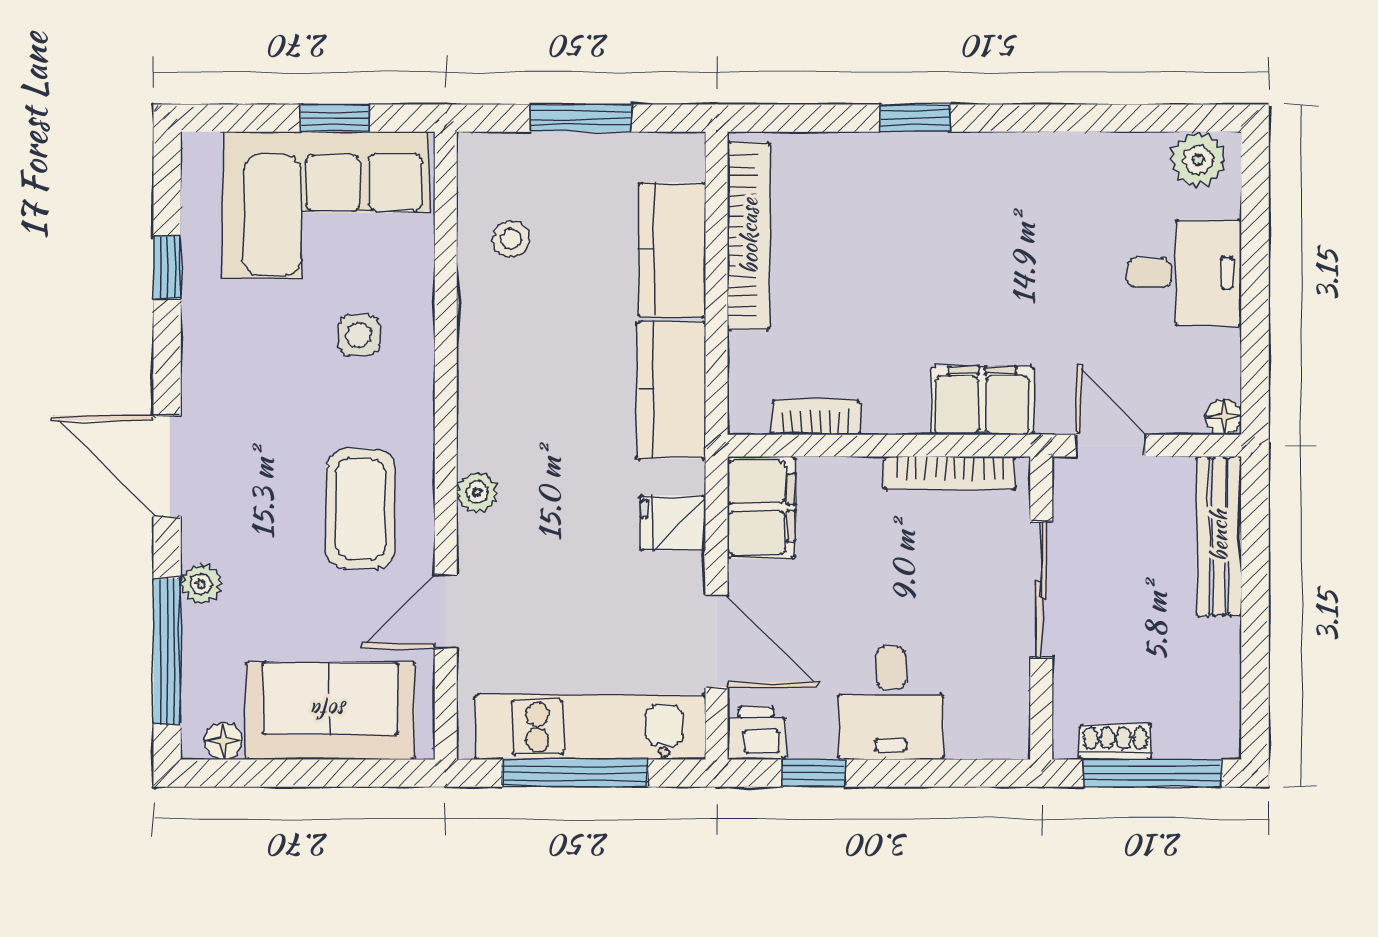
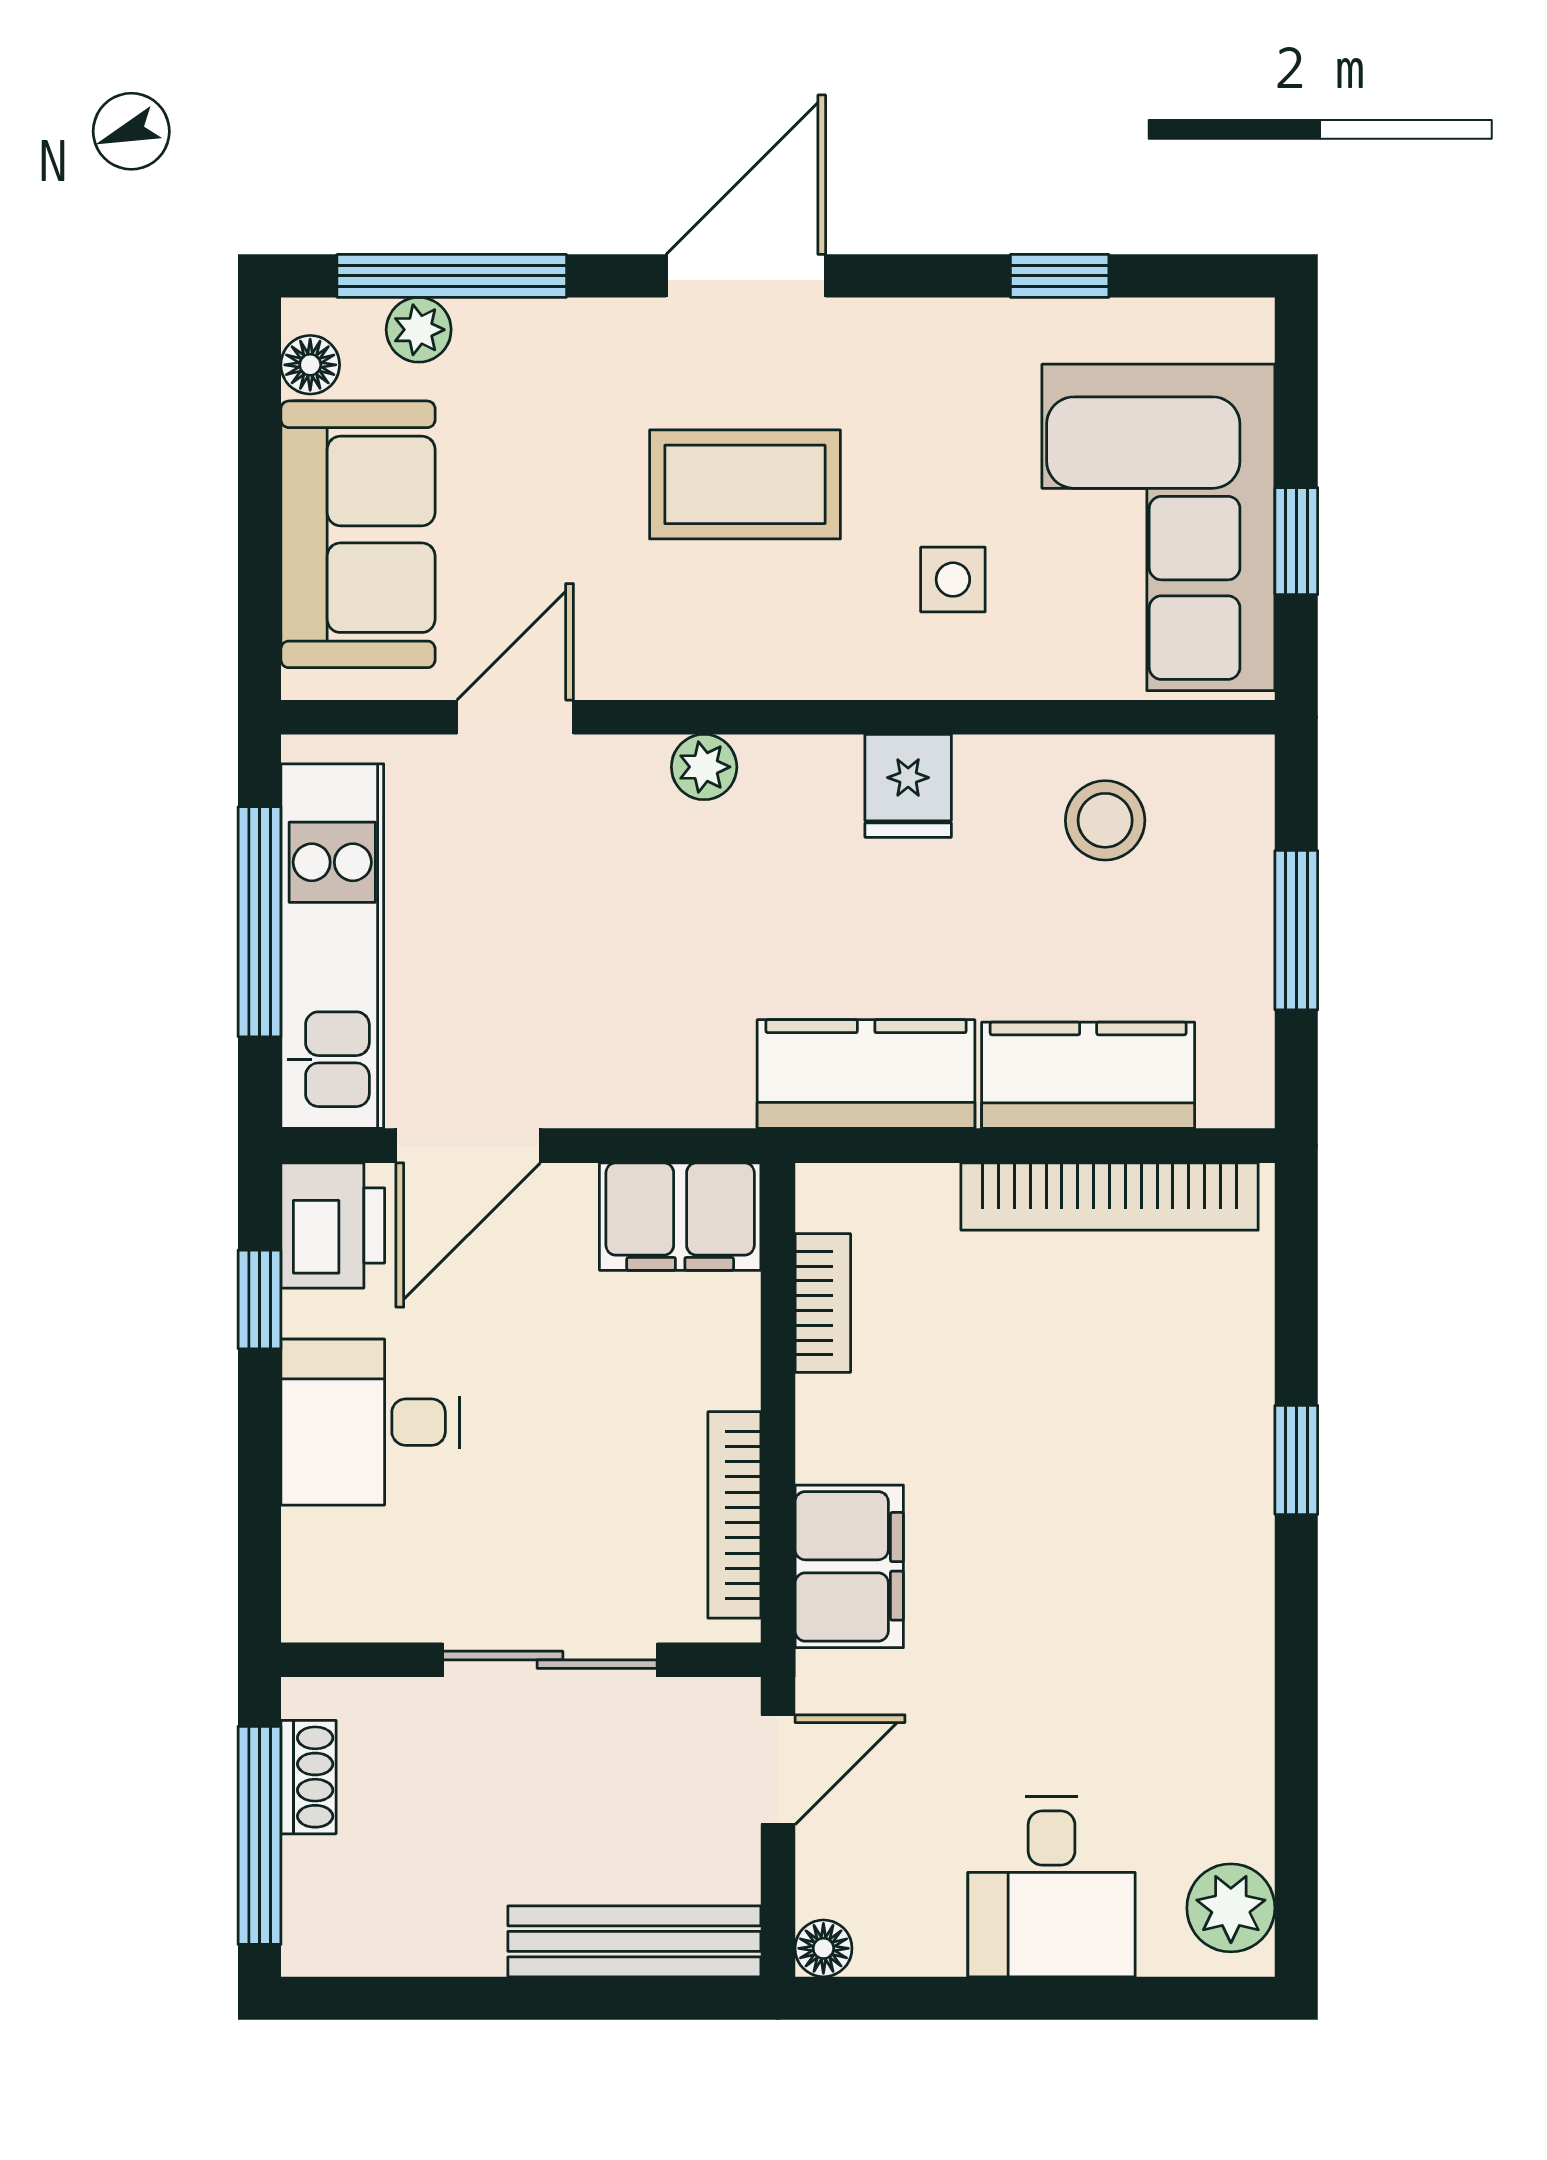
stool: (511, 239) -> (1105, 820), width x1.37, depth x1.37
coffee table: (361, 509) -> (745, 484), moved
fridge: (673, 523) -> (908, 786), moved, turned 180
plant: (201, 584) -> (419, 330), moved
door: (446, 612) -> (515, 717), hinge flipped
printer: (756, 733) -> (333, 1225), width x1.36, depth x1.24

